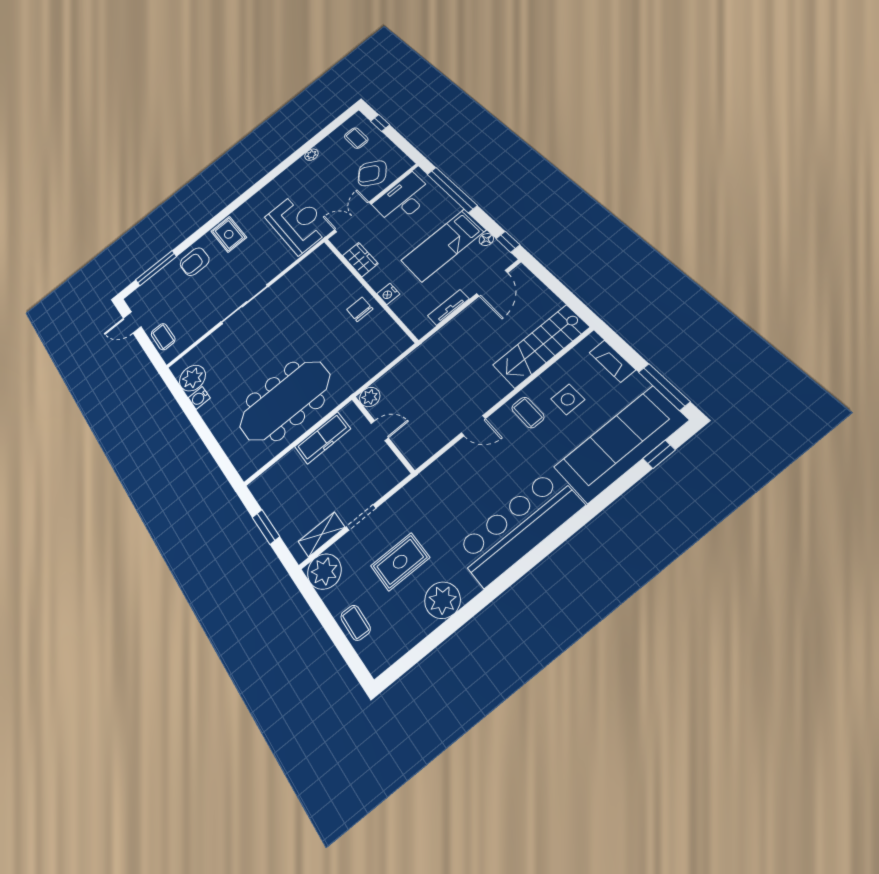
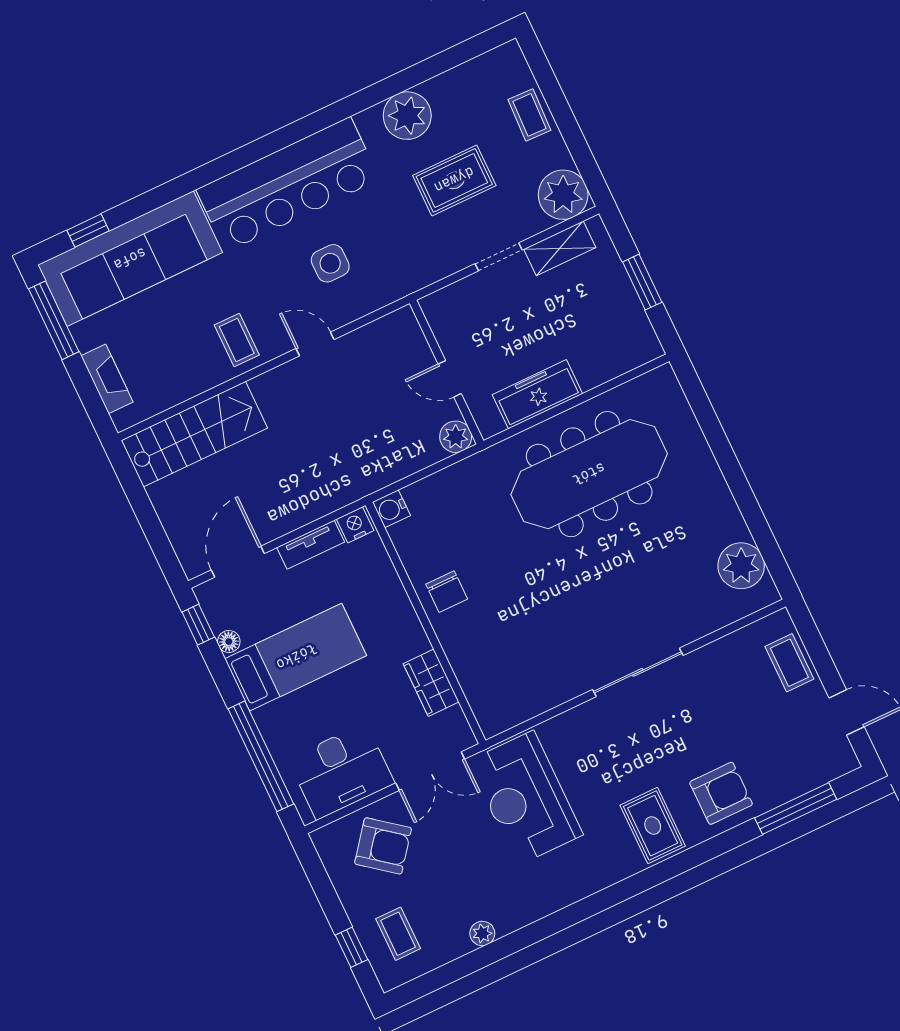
nightstand: (388, 294) -> (355, 525), moved, turned -90
water cooler: (199, 398) -> (391, 509), moved, turned 180
side table: (568, 399) -> (330, 263), moved

